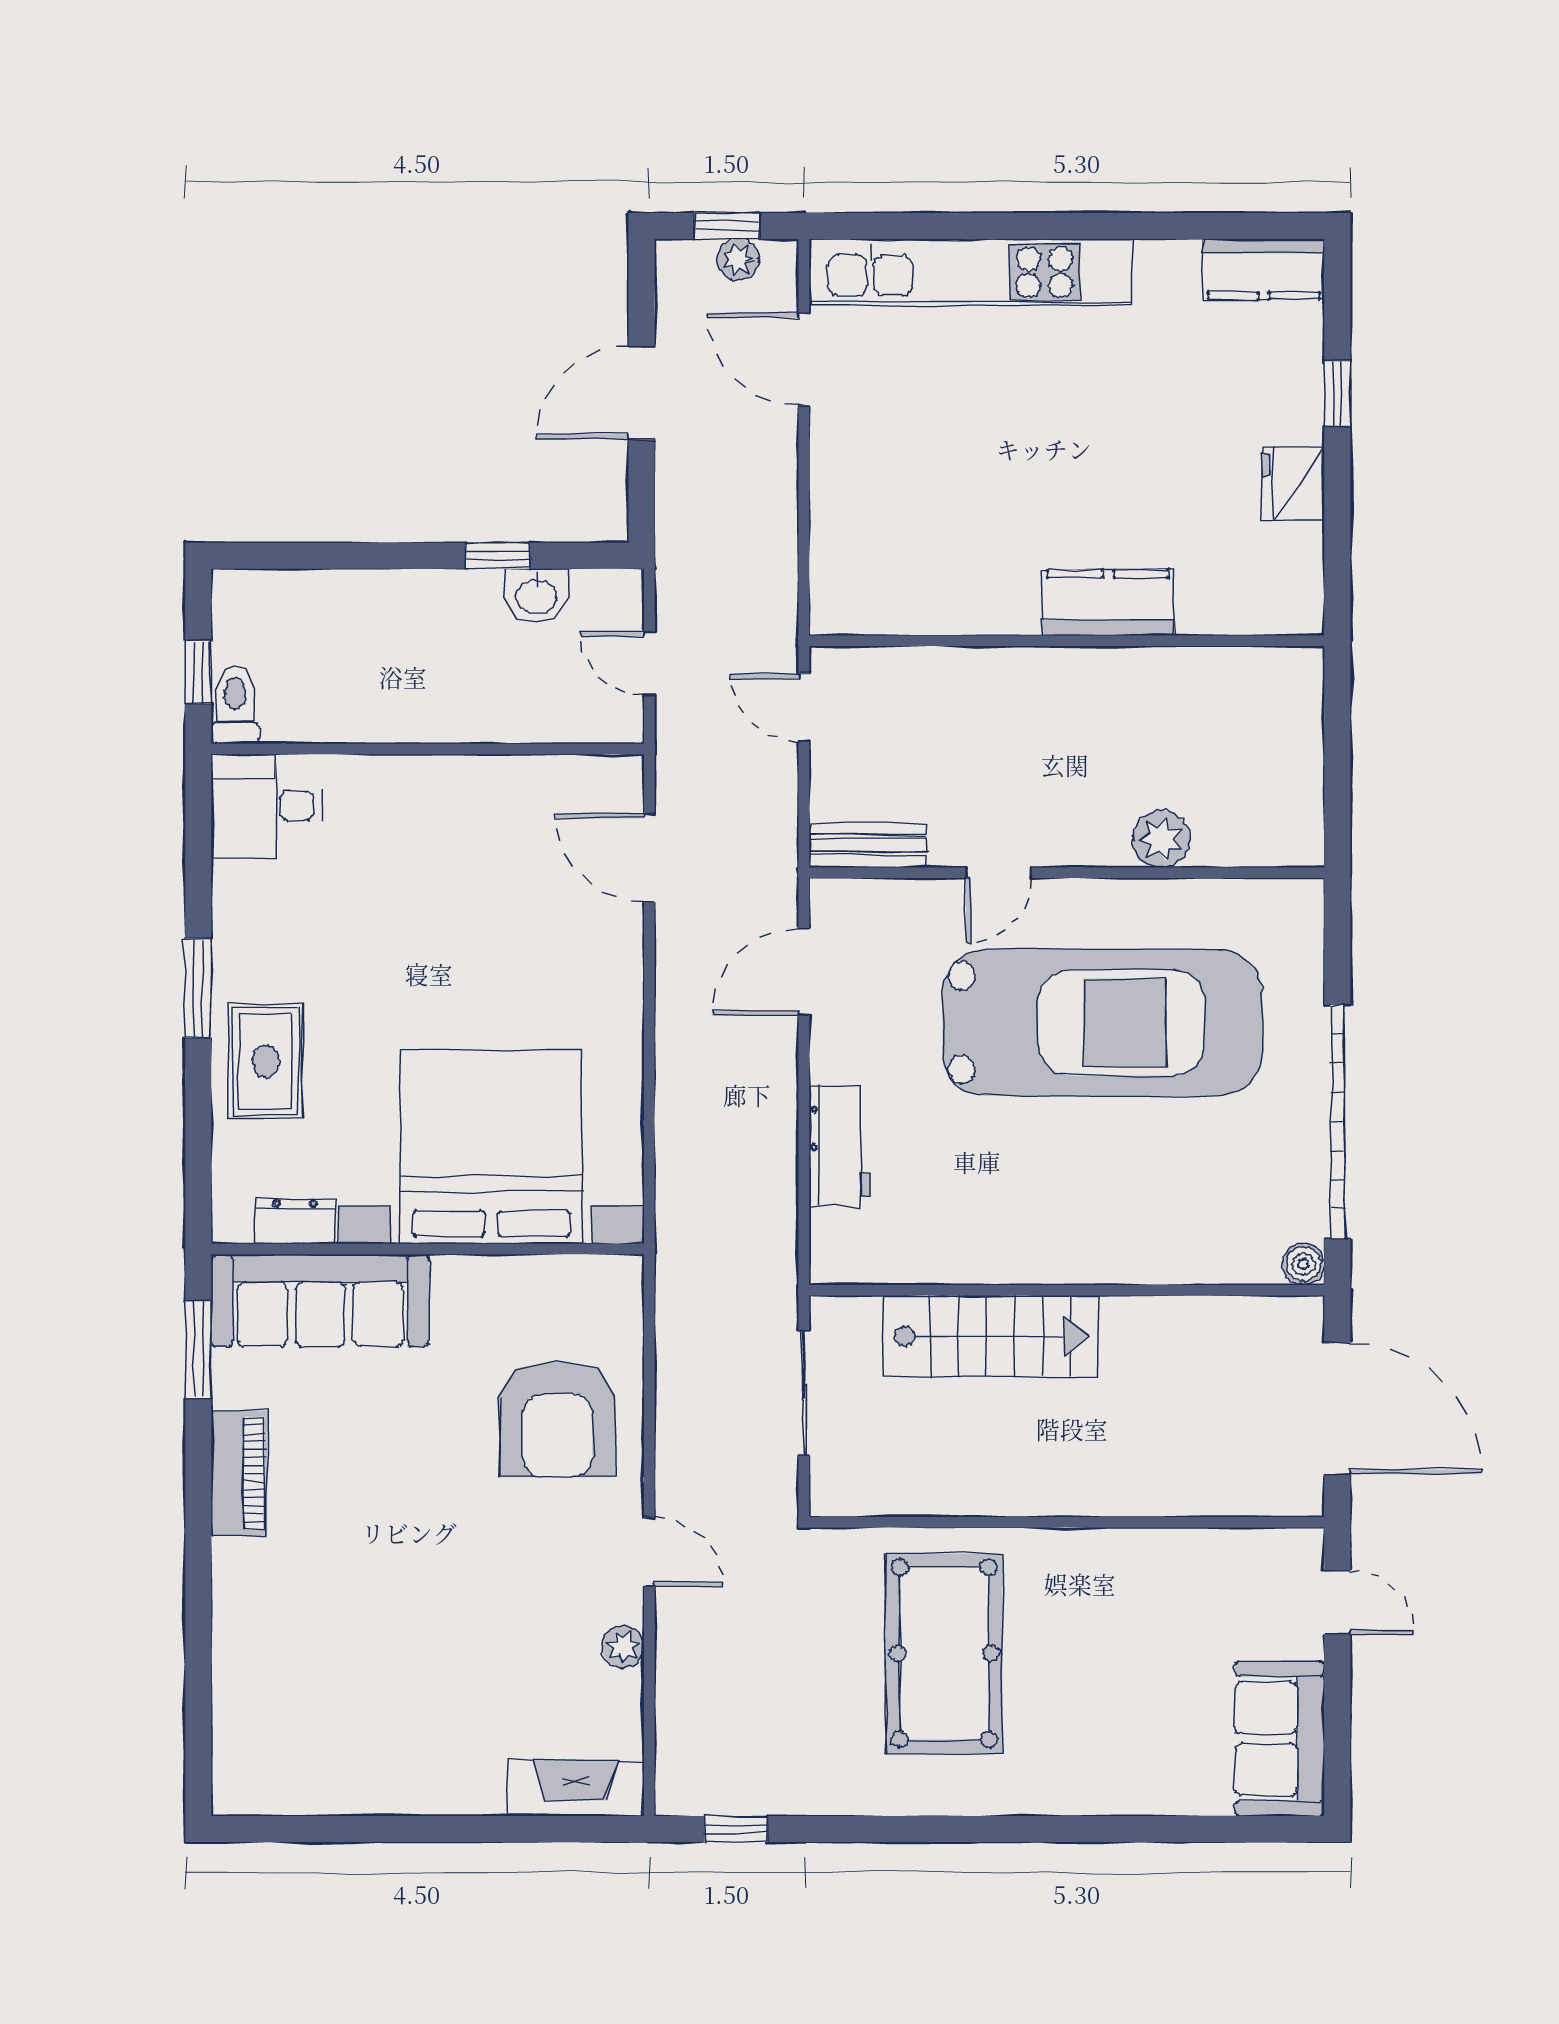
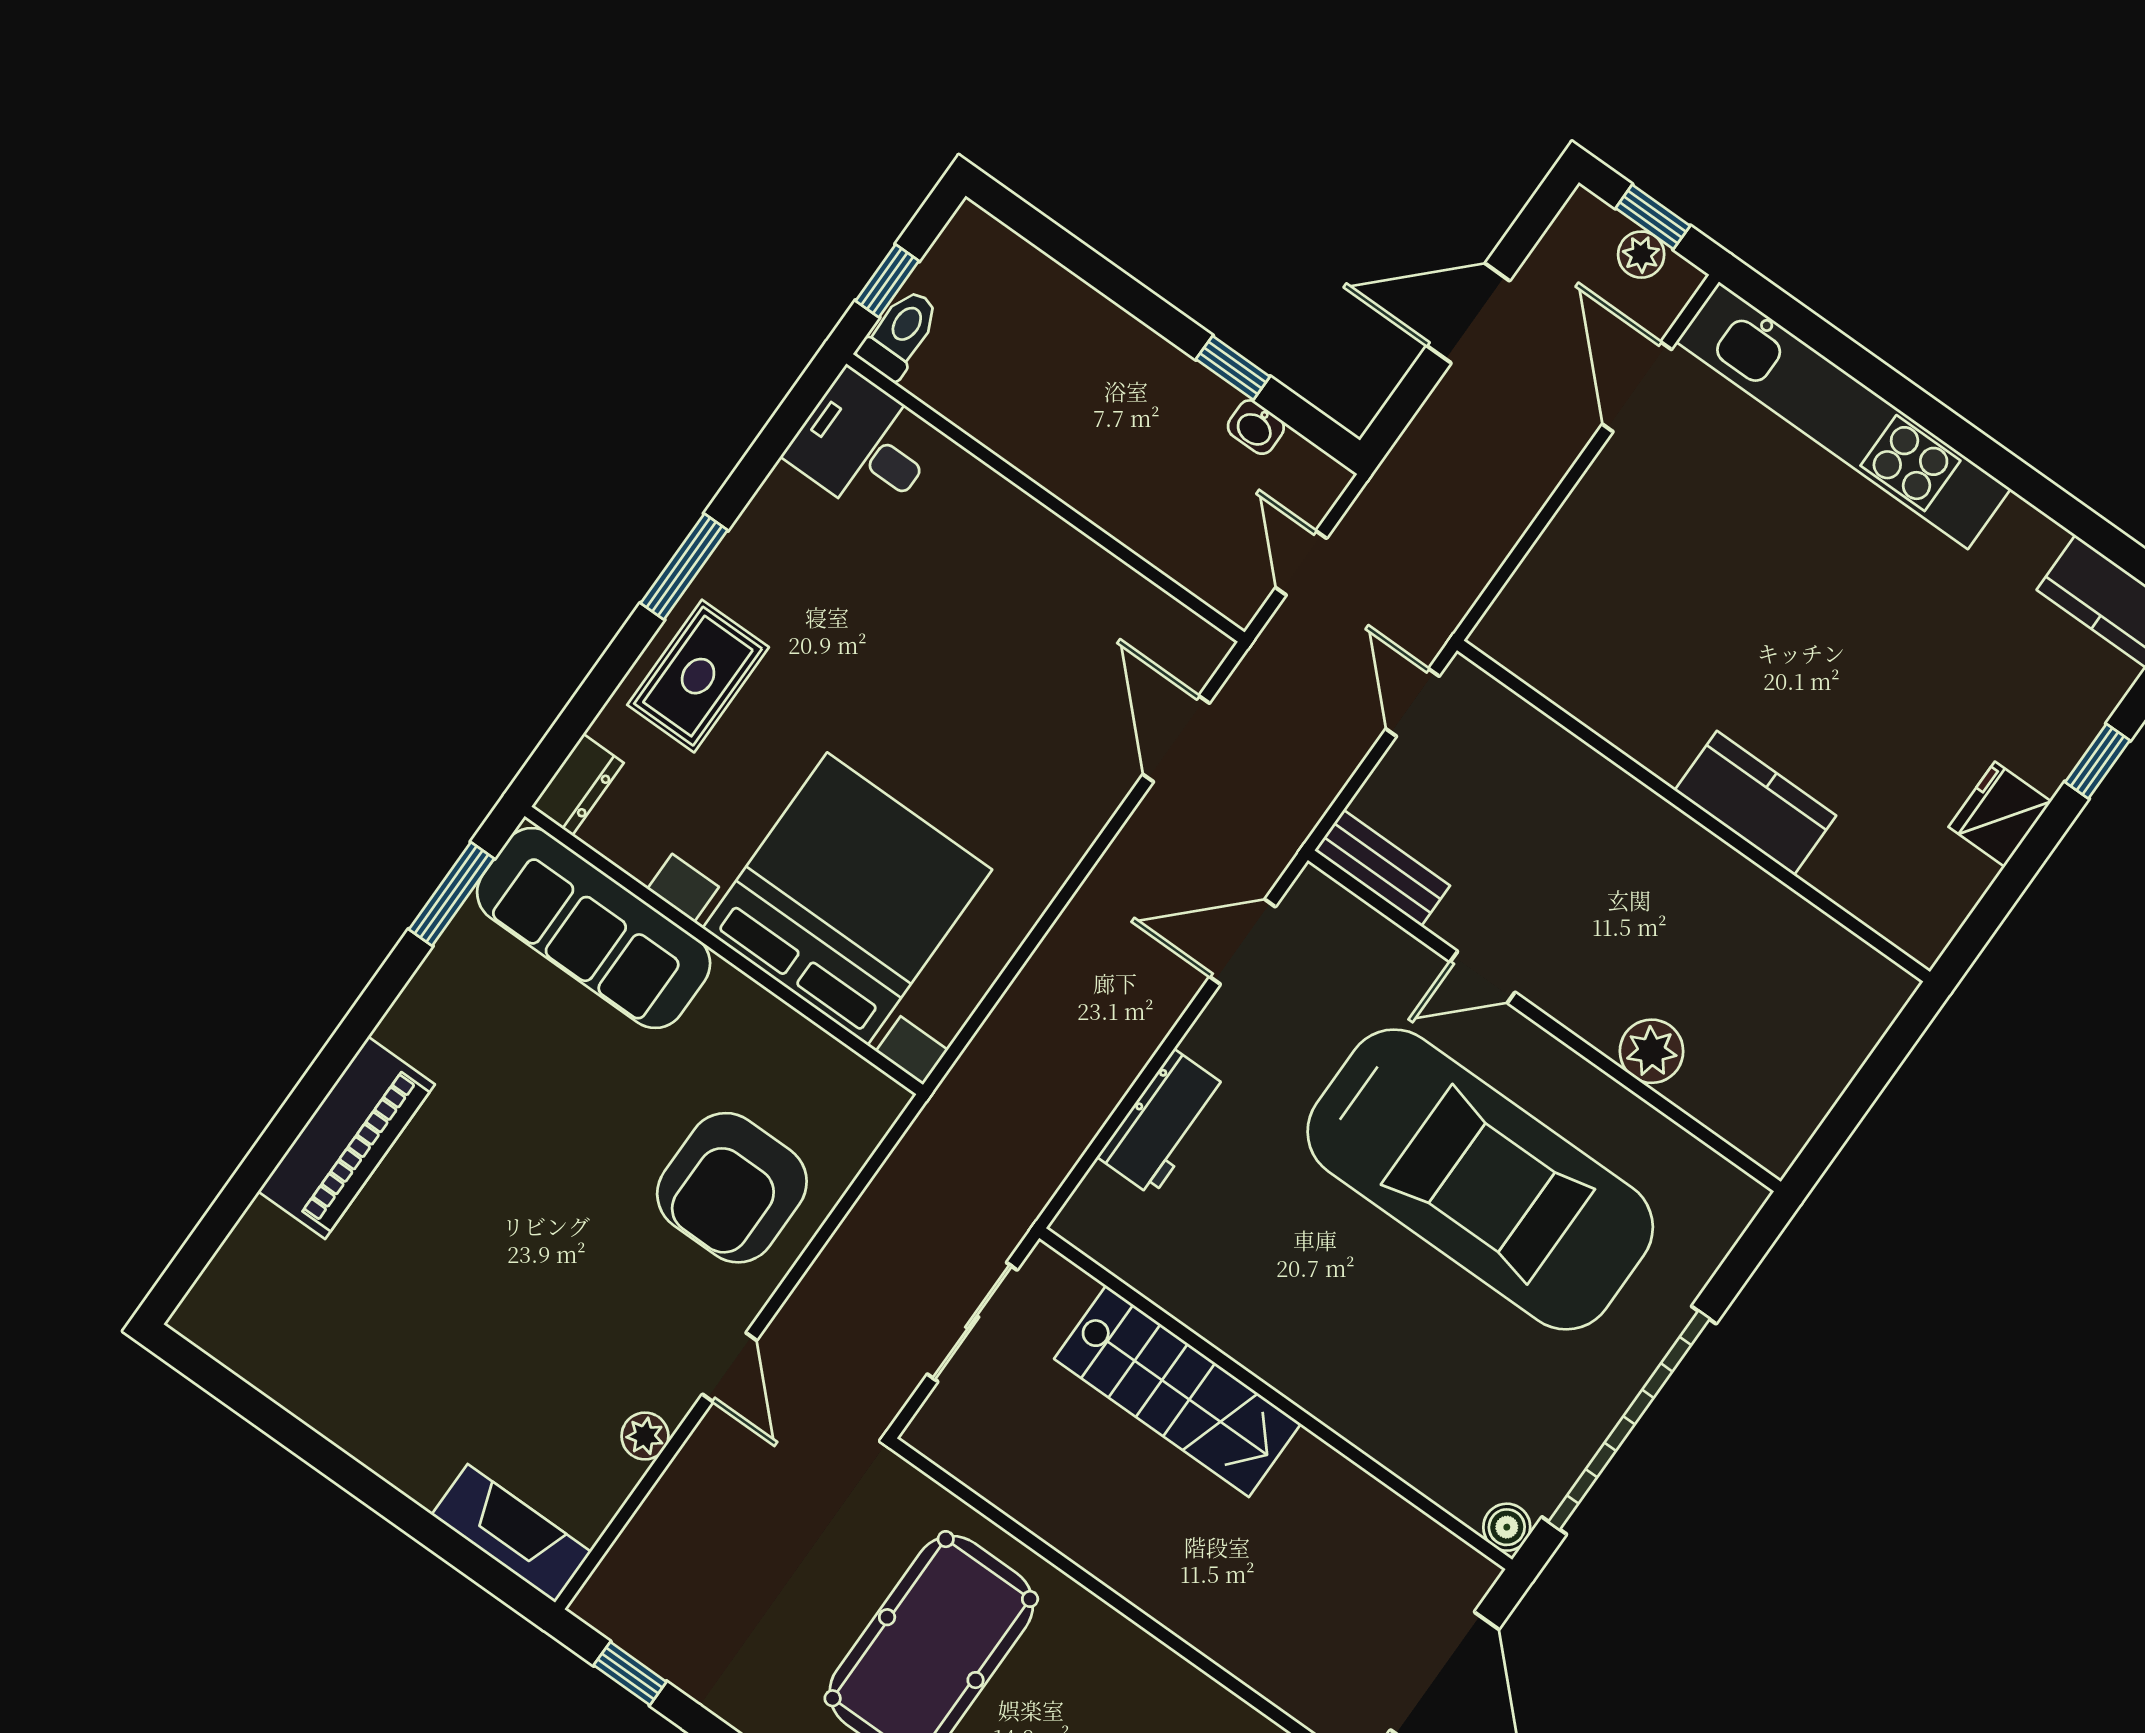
washbasin: (536, 596) -> (1256, 427), width x0.72, depth x0.69
dresser: (295, 1221) -> (578, 785), moved, turned 90
piano: (239, 1473) -> (346, 1138), moved, width x1.37, depth x1.33

